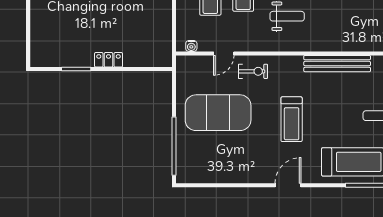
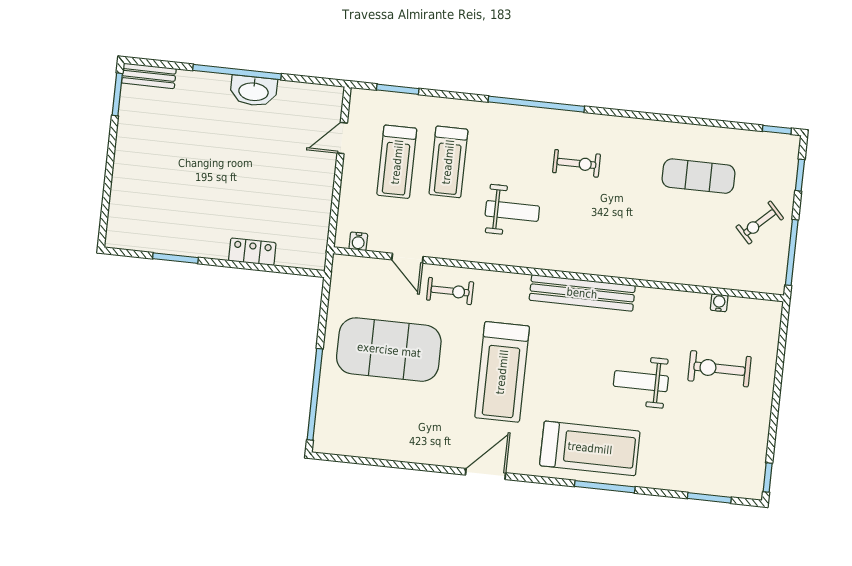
door: (224, 53) -> (407, 258), hinge flipped
locker: (109, 60) -> (252, 252), moved
treadmill: (292, 119) -> (502, 372), width x1.37, depth x1.38

